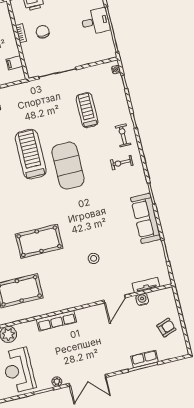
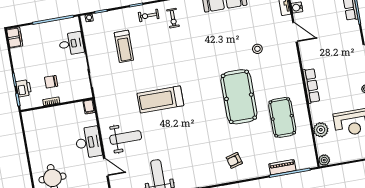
desk: (95, 21) -> (71, 44), moved, turned 90
filing cabinet: (14, 63) -> (89, 107), moved
treadmill: (87, 110) -> (124, 46), turned -90
exercise mat: (68, 166) -> (173, 67), removed
pool table: (39, 241) -> (239, 97), width x1.36, depth x1.32

